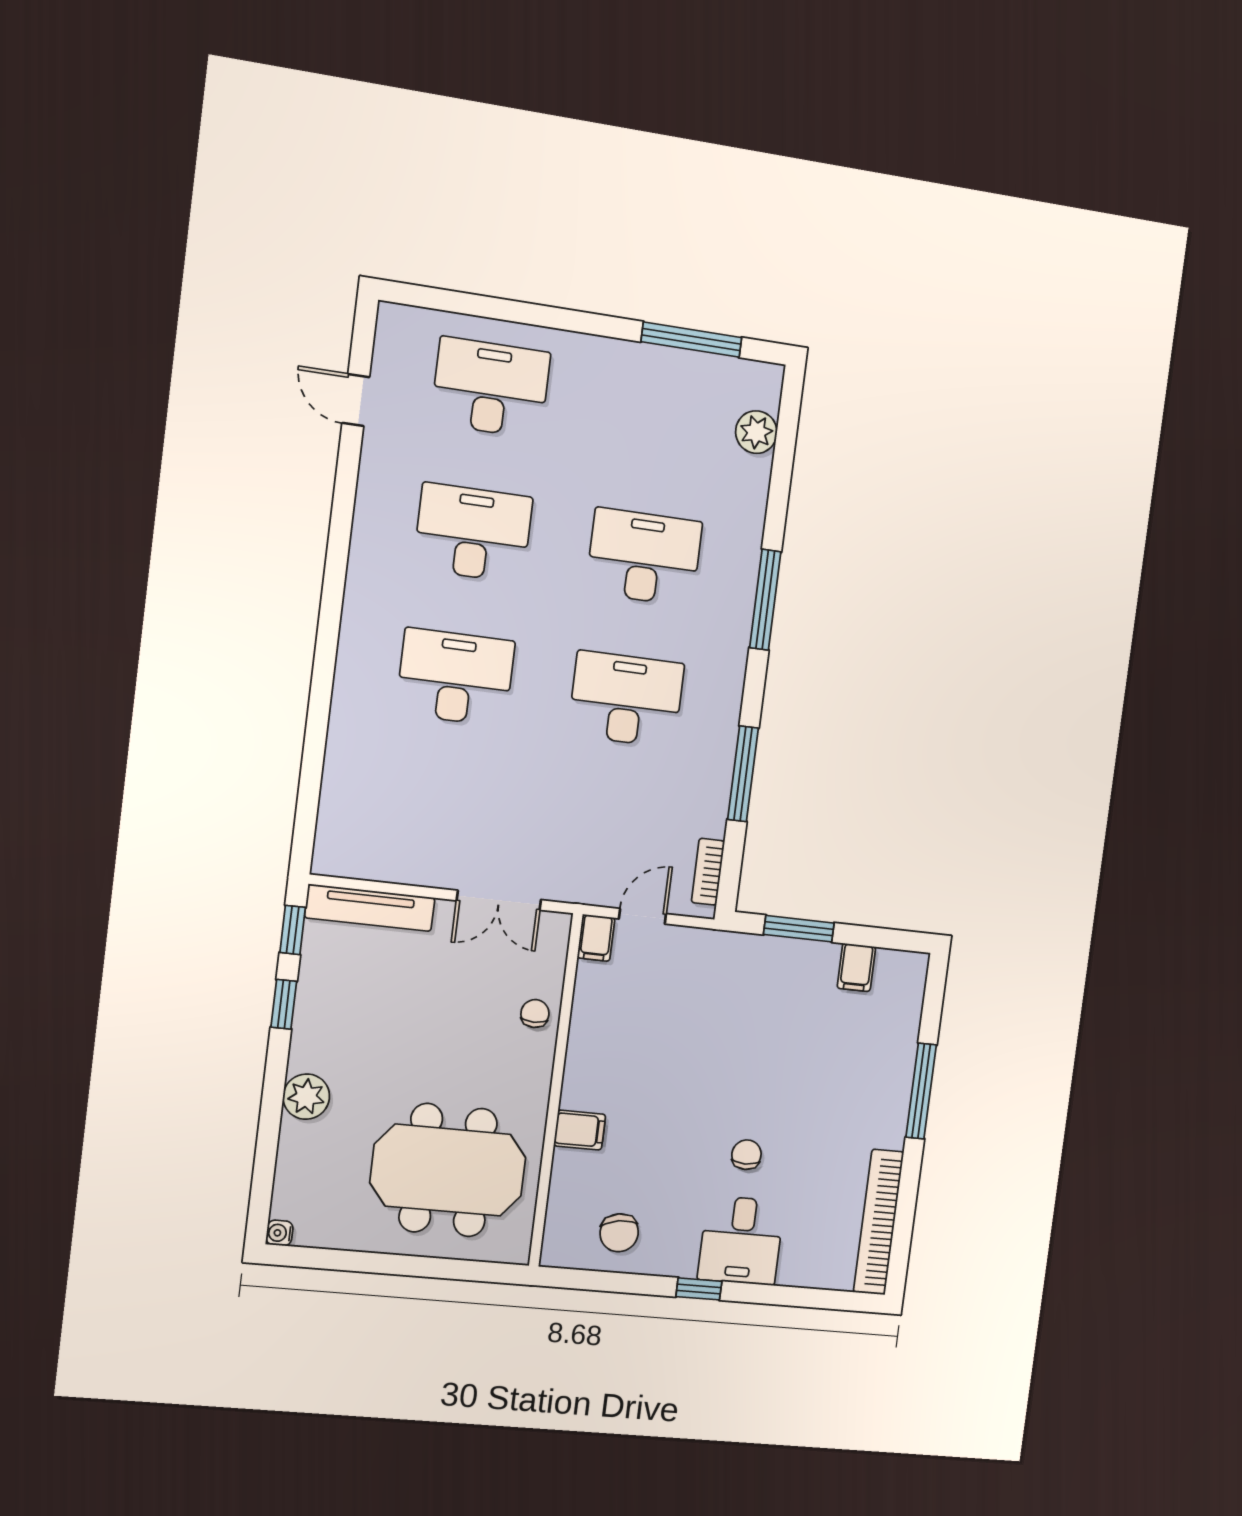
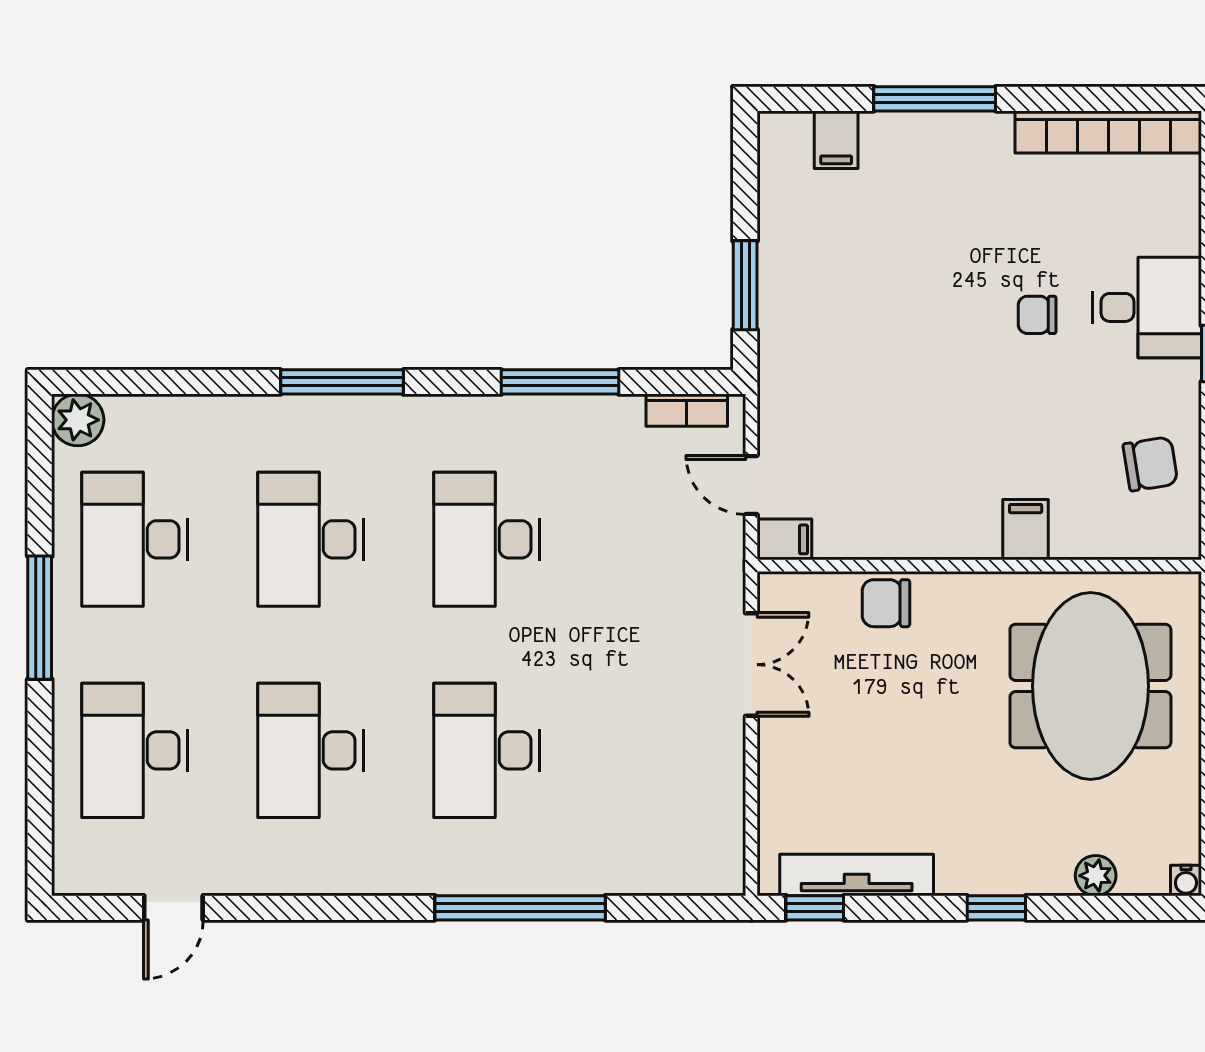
window: (691, 340) -> (40, 618), moved
desk: (662, 414) -> (135, 539), added
plant: (756, 432) -> (78, 420), moved
window: (321, 688) -> (520, 908), added
tv unit: (370, 908) -> (857, 875), moved, turned -90
filing cabinet: (856, 967) -> (836, 140), moved, turned 90
window: (284, 1004) -> (996, 908), moved
chair: (535, 1014) -> (886, 603), width x1.37, depth x1.37
plant: (306, 1097) -> (1096, 876), moved, width x0.73, depth x0.73

